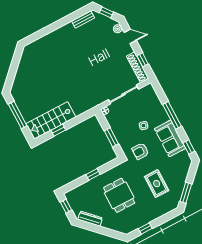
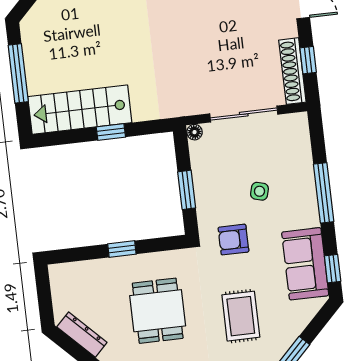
window: (58, 130) -> (111, 132), moved
sofa: (170, 138) -> (305, 264), moved
window: (66, 206) -> (44, 291), removed

